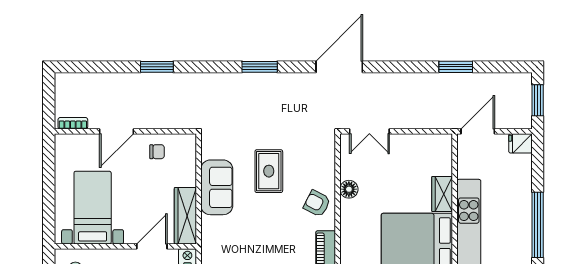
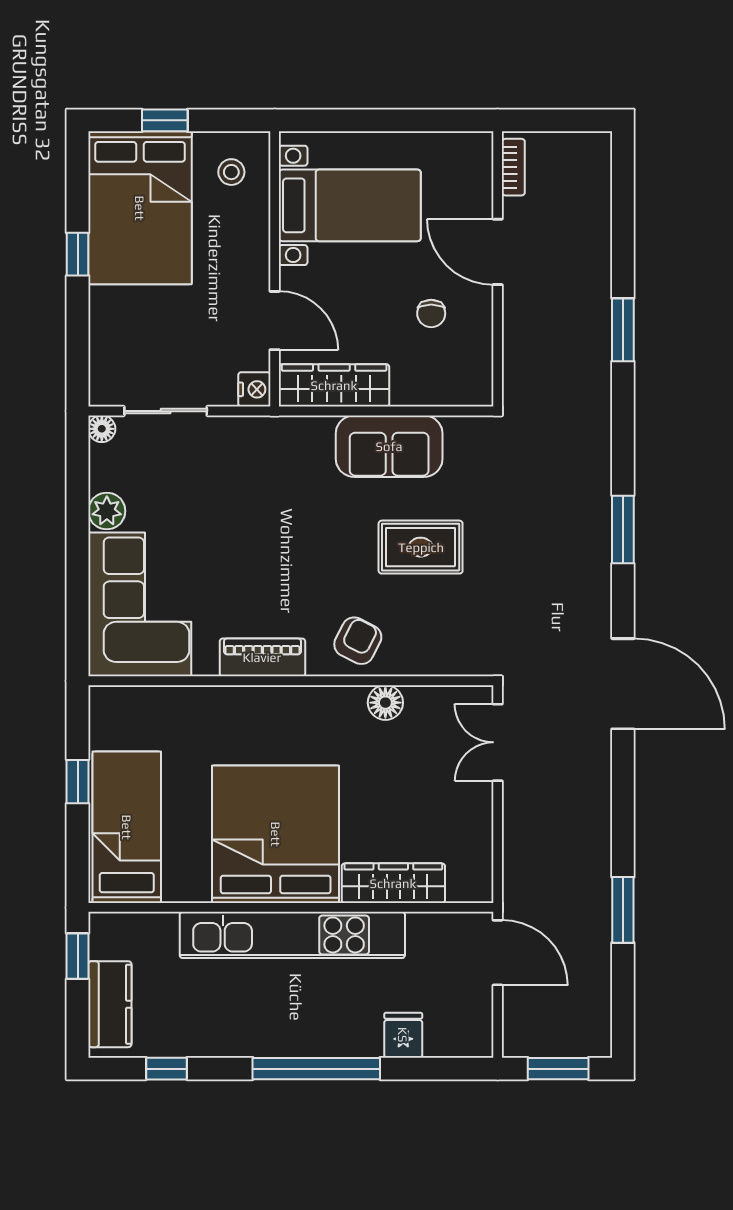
fridge: (520, 143) -> (403, 1035), moved
chair: (157, 152) -> (431, 313), moved
wardrobe: (442, 194) -> (393, 883), width x1.50

